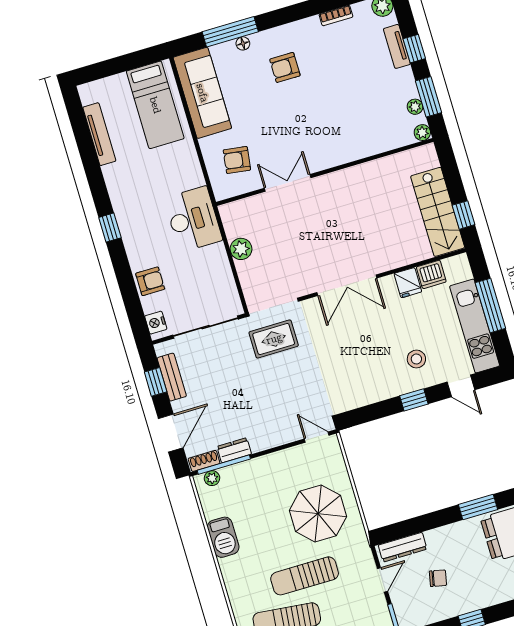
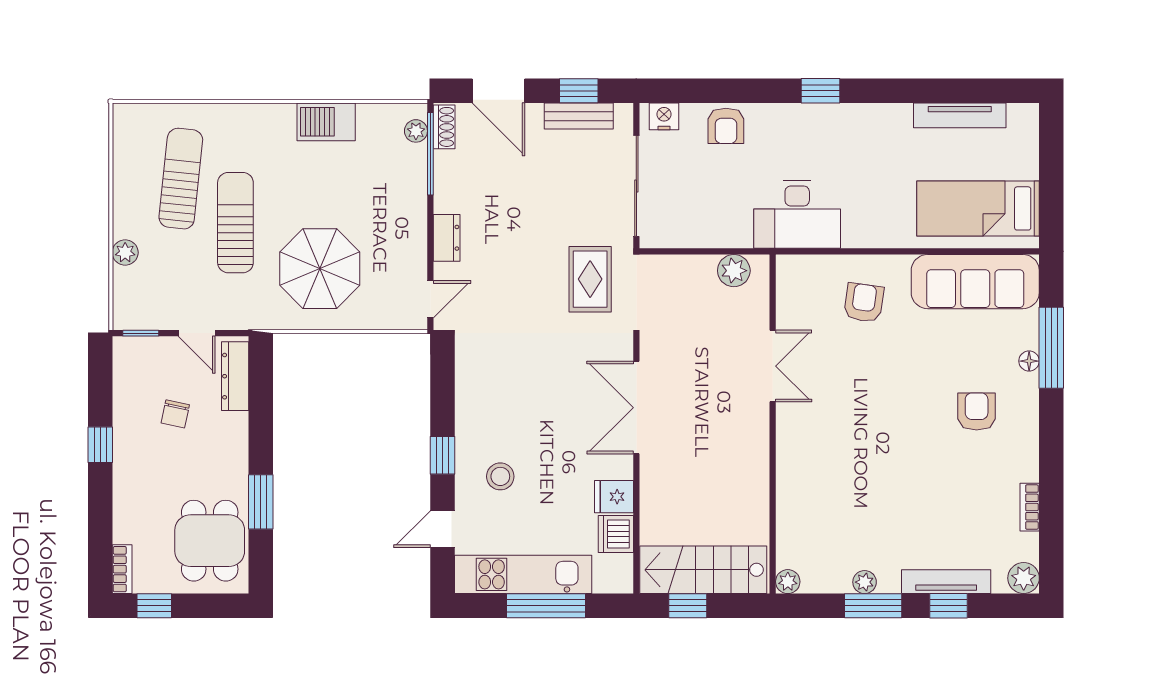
tv unit: (397, 46) -> (946, 582), width x1.41
plant: (422, 133) -> (788, 582), moved
wall: (325, 172) -> (773, 424), moved
double door: (288, 183) -> (773, 366), moved
dresser: (234, 450) -> (447, 238), moved

